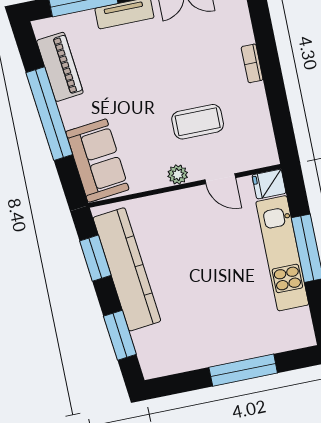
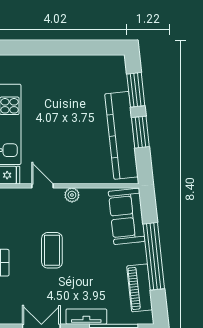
coffee table: (198, 122) -> (52, 250), moved, turned 90
window: (95, 258) -> (140, 132), moved
window: (243, 370) -> (54, 47), removed

